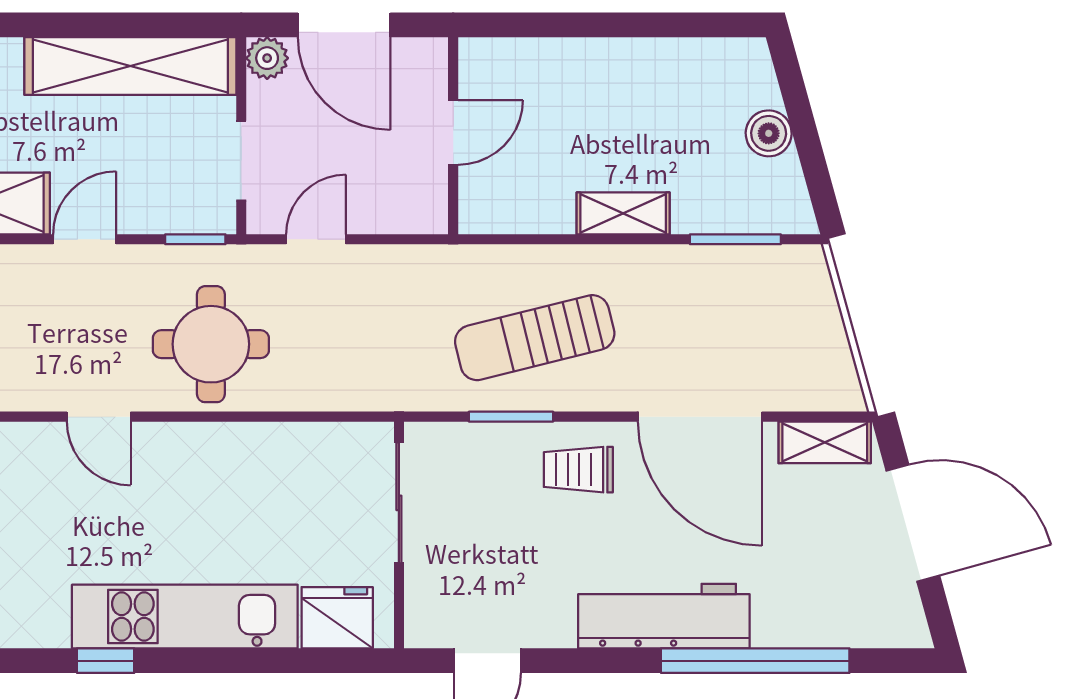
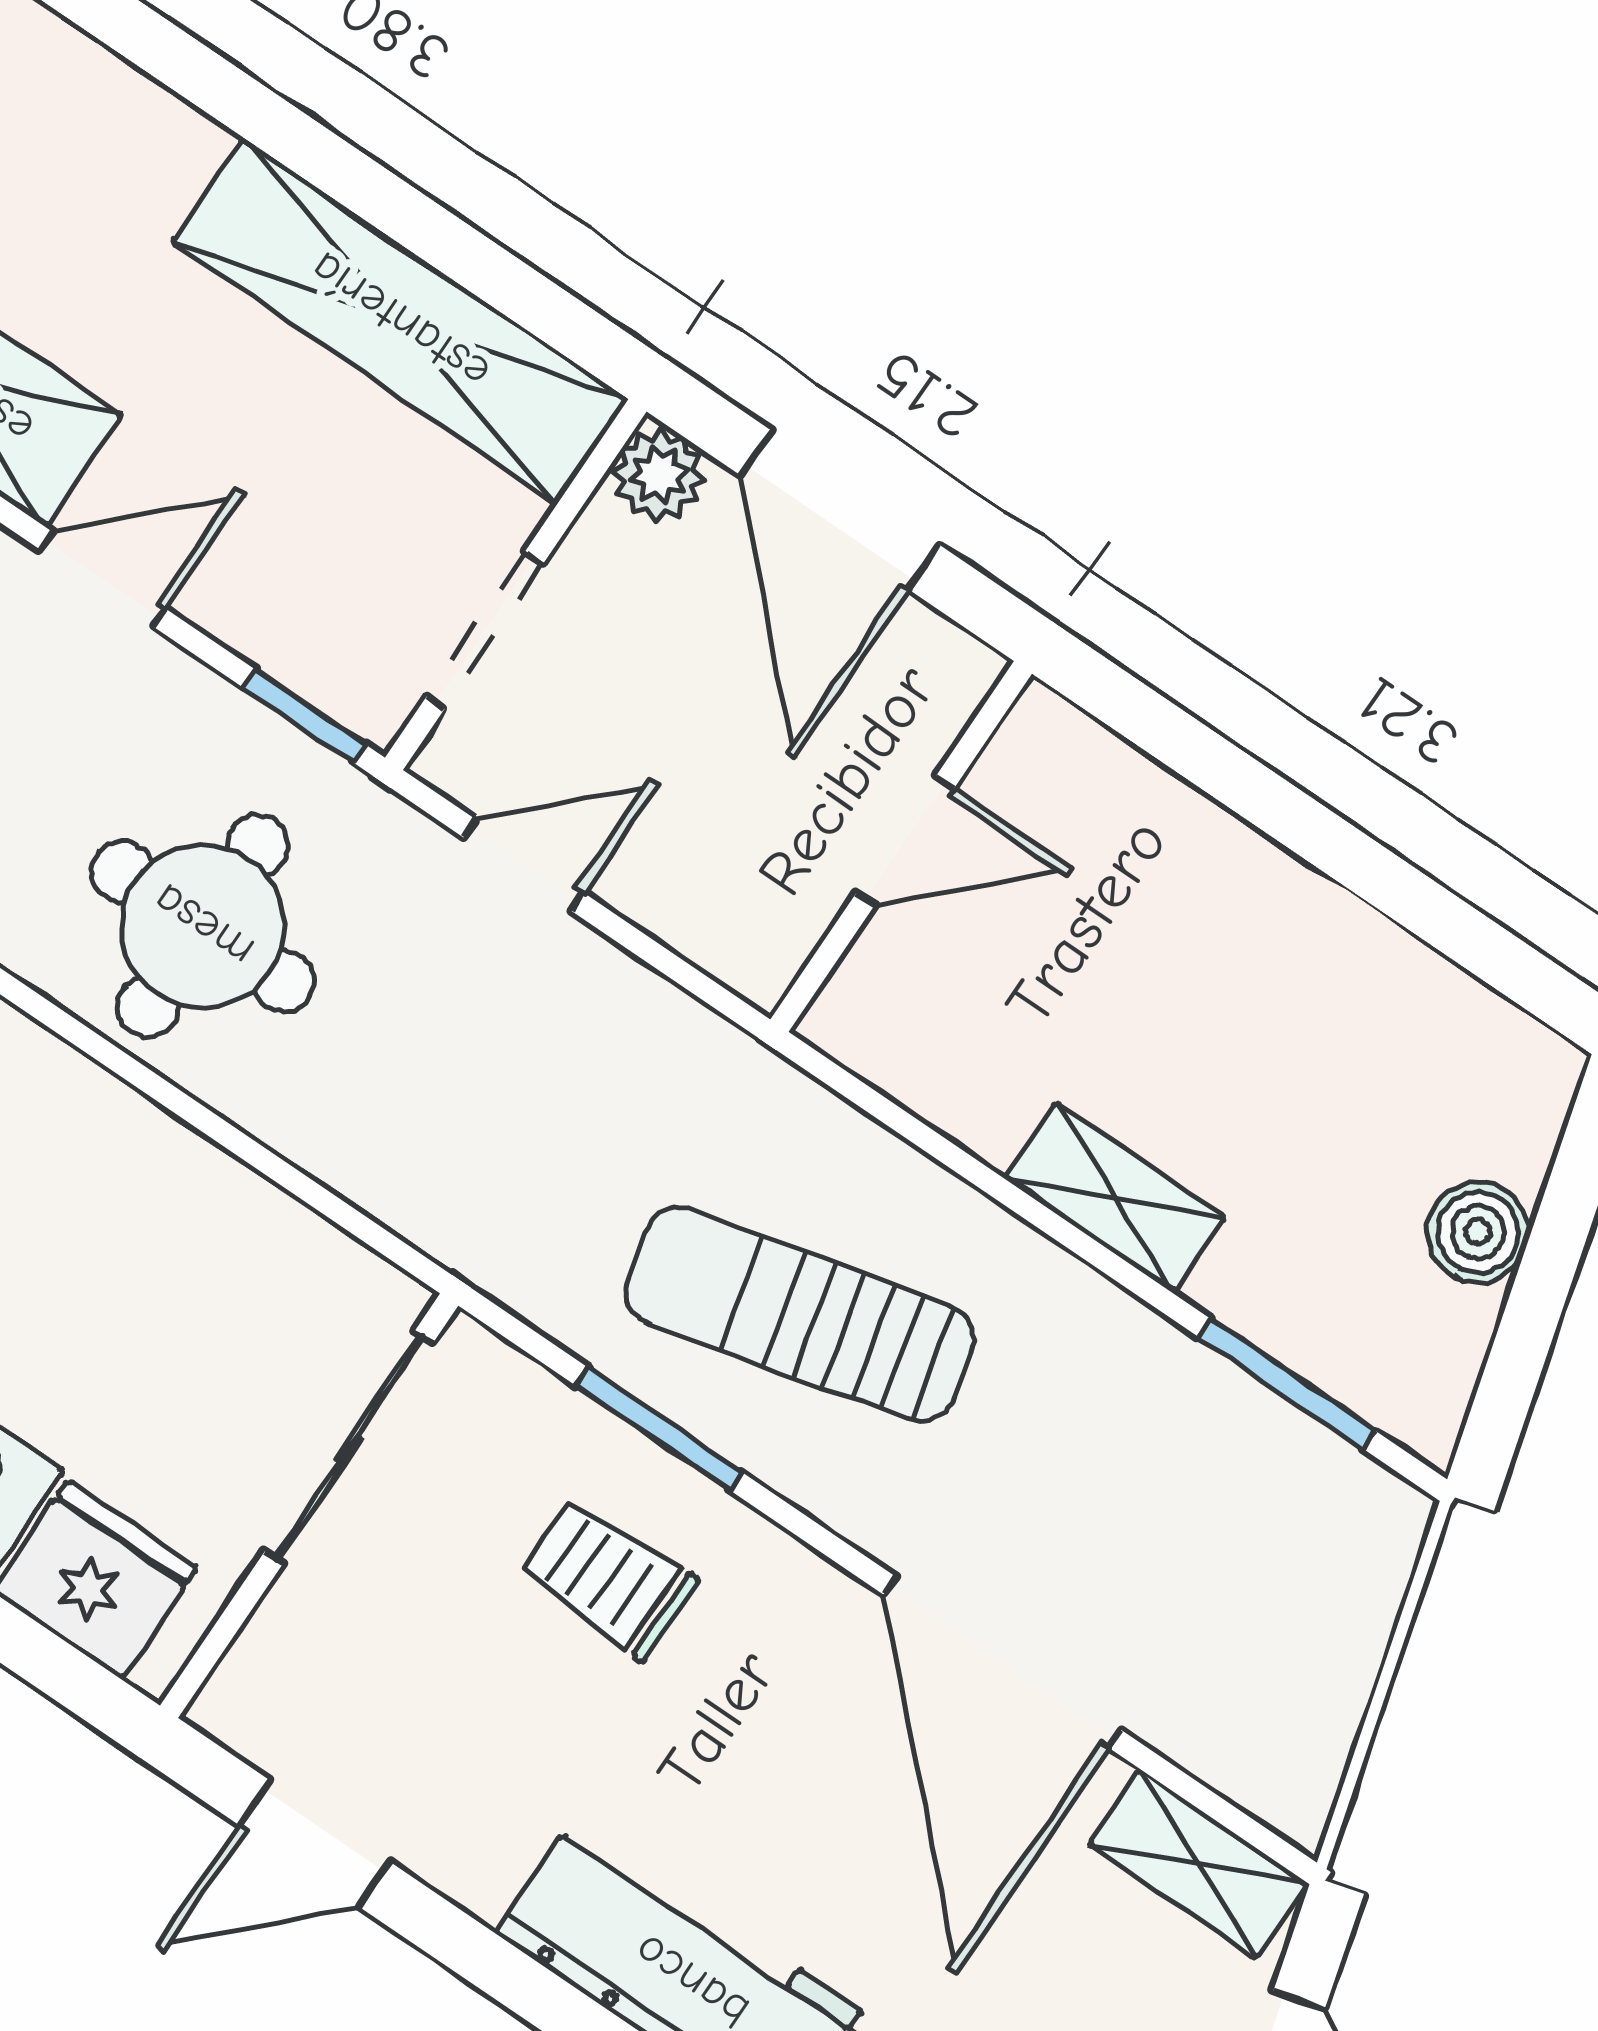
trolley: (578, 470) -> (608, 1578), moved

